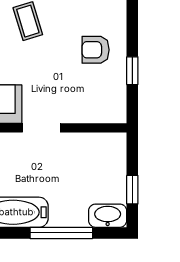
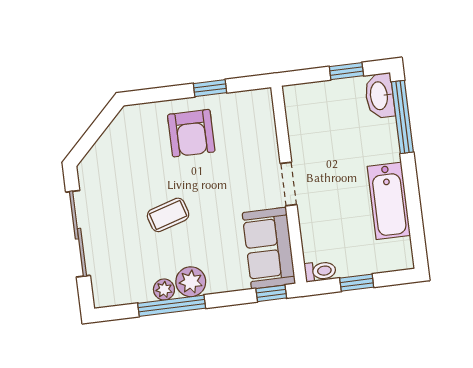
armchair: (96, 50) -> (191, 133), width x1.38, depth x1.38
window: (61, 233) -> (402, 117), moved

